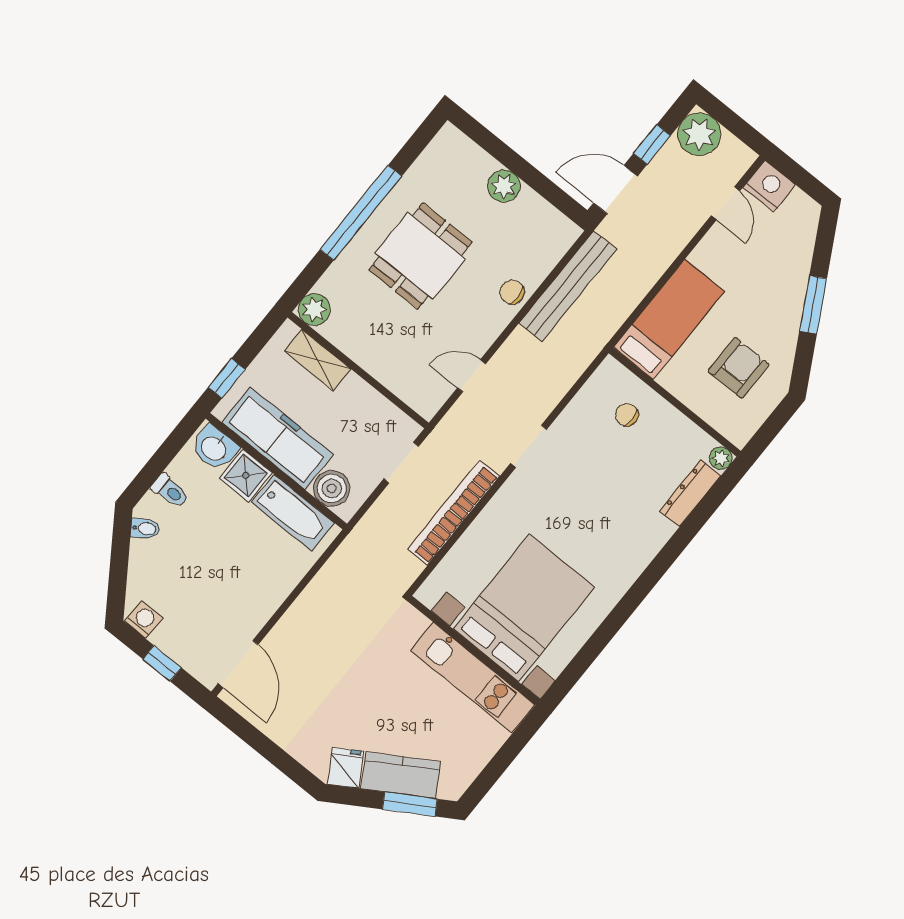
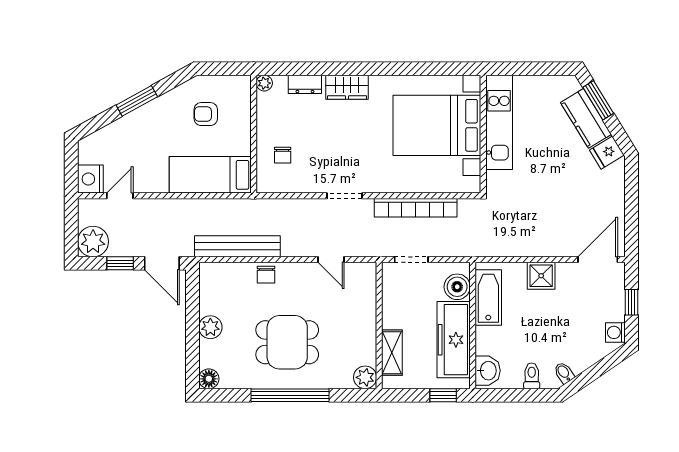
floor lamp: (450, 139) -> (209, 379), added
armchair: (738, 368) -> (206, 114), width x0.72, depth x0.72
shower: (246, 475) -> (541, 276), moved
dresser: (690, 493) -> (305, 84), width x0.70
wardrobe: (644, 544) -> (347, 87), added

